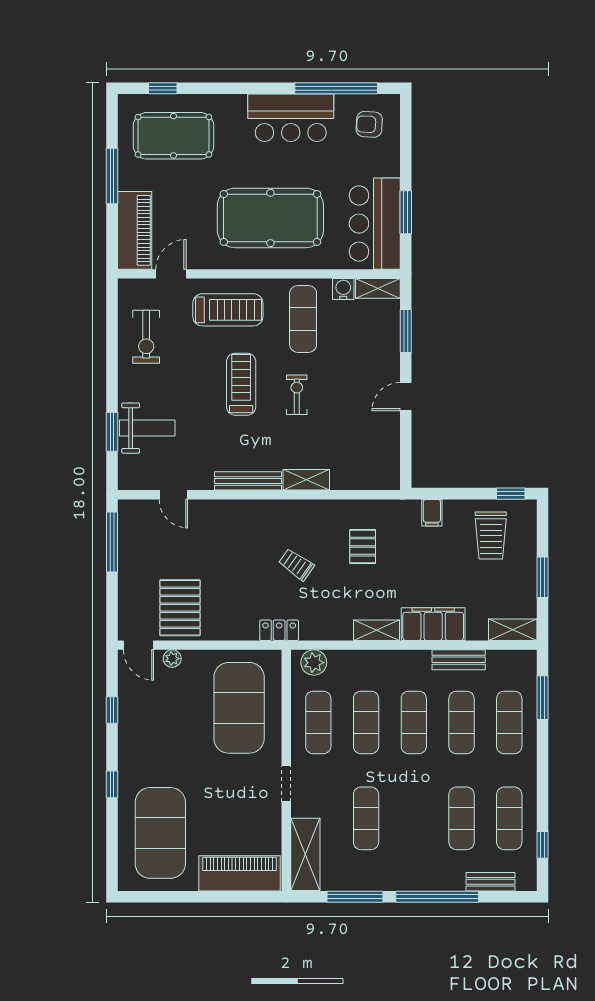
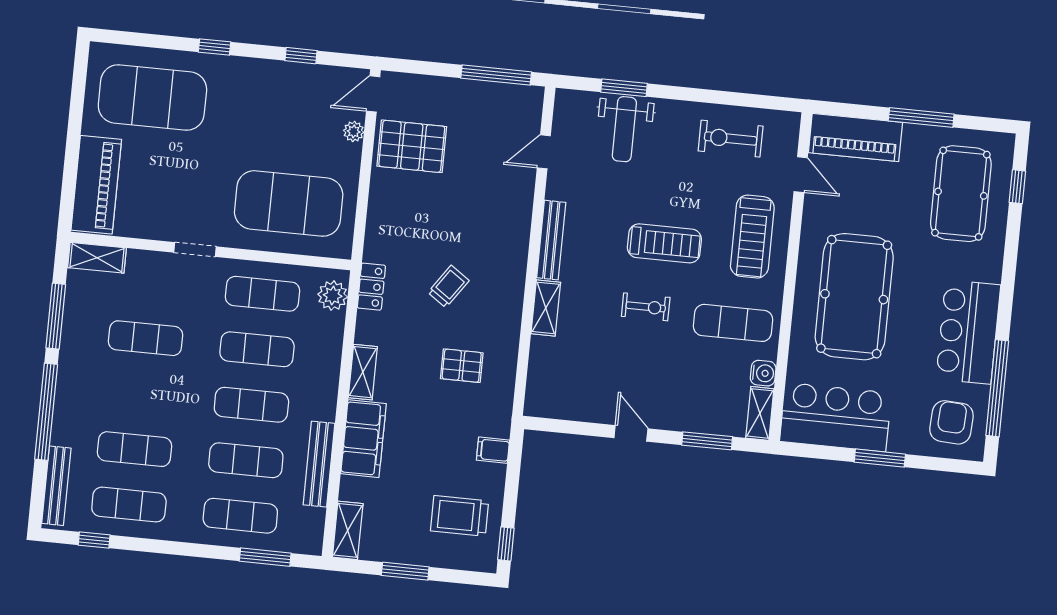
armchair: (369, 124) -> (951, 422), width x1.38, depth x1.38
window: (406, 212) -> (880, 458), moved
locker: (279, 630) -> (371, 287), moved
bench: (459, 660) -> (319, 464), width x1.36
shelving: (305, 854) -> (97, 258), width x0.67, depth x0.75
bench: (490, 882) -> (56, 486), width x1.36

